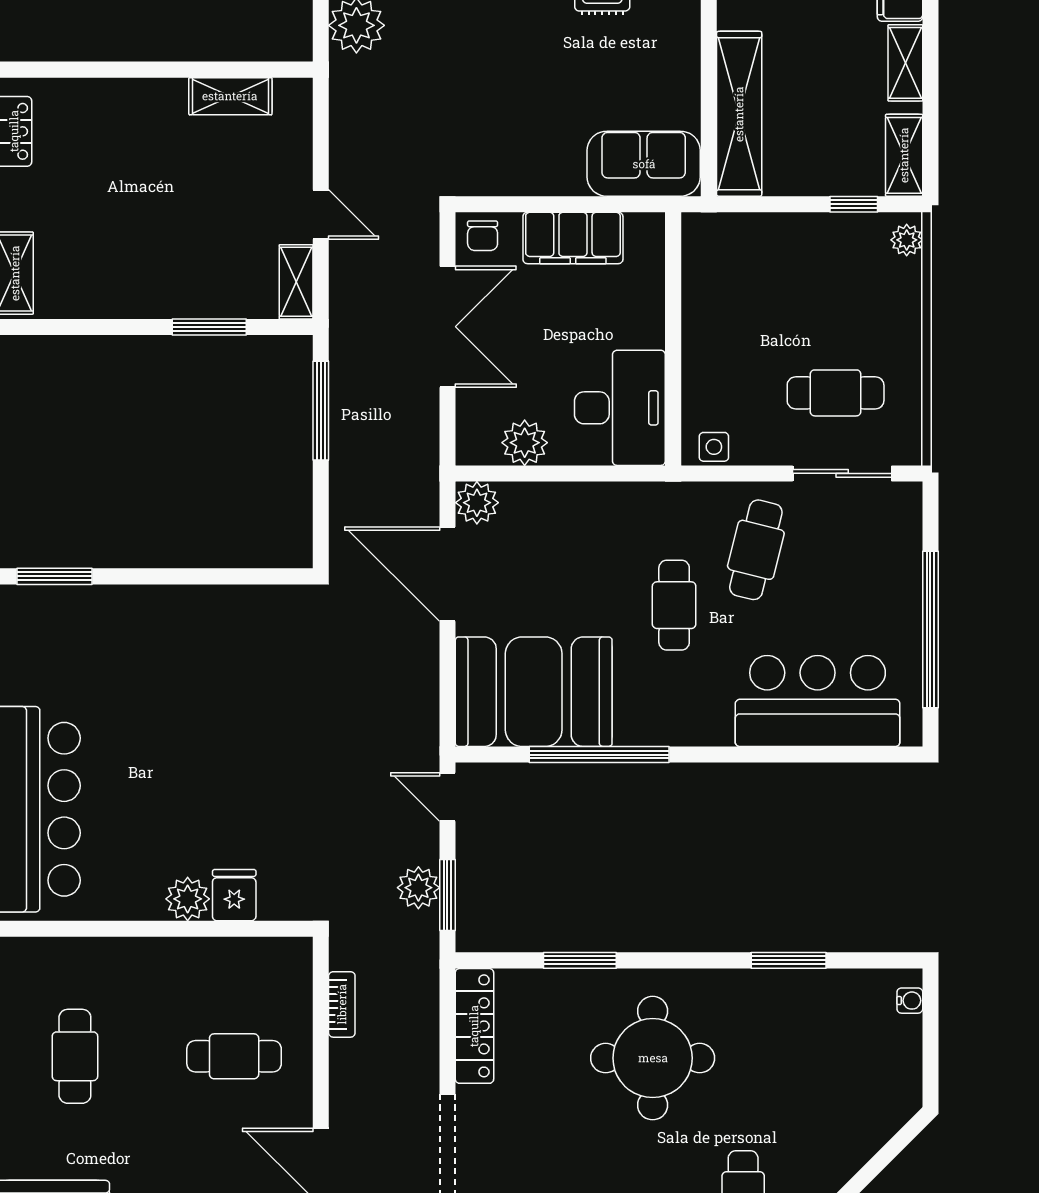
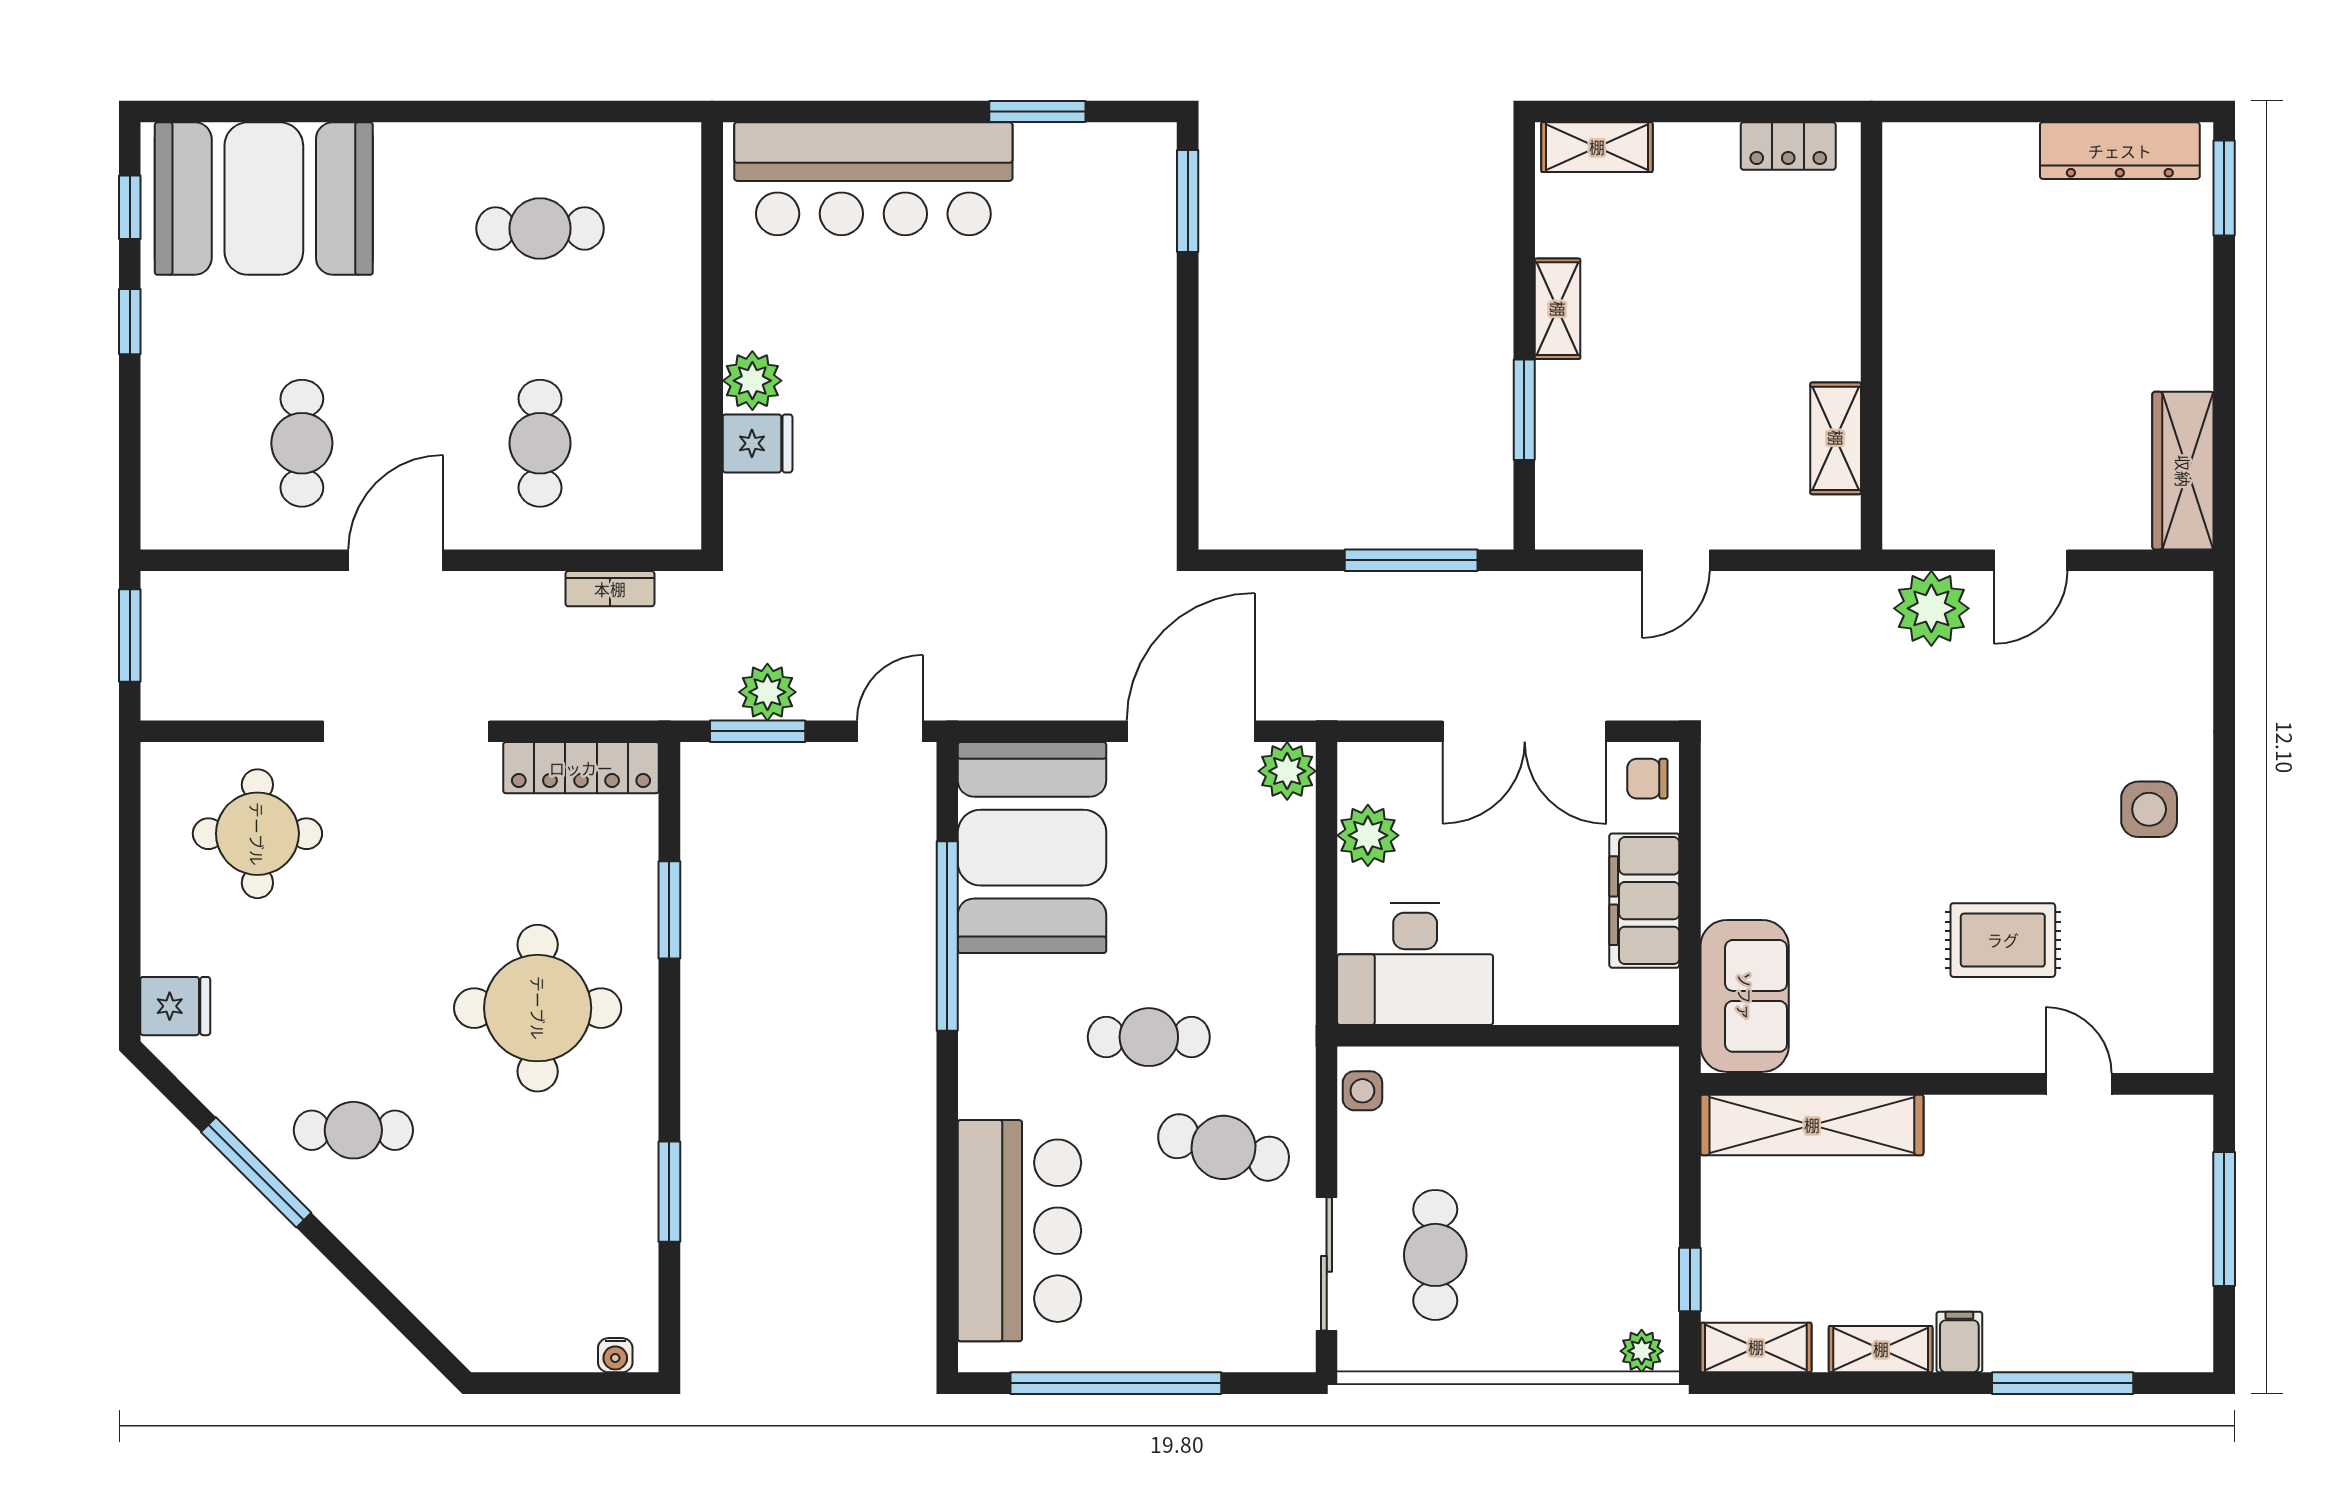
shelving: (296, 282) -> (1558, 309), moved, turned 90

